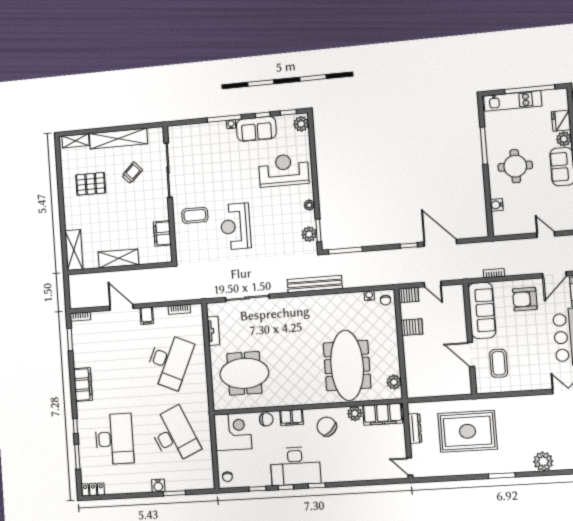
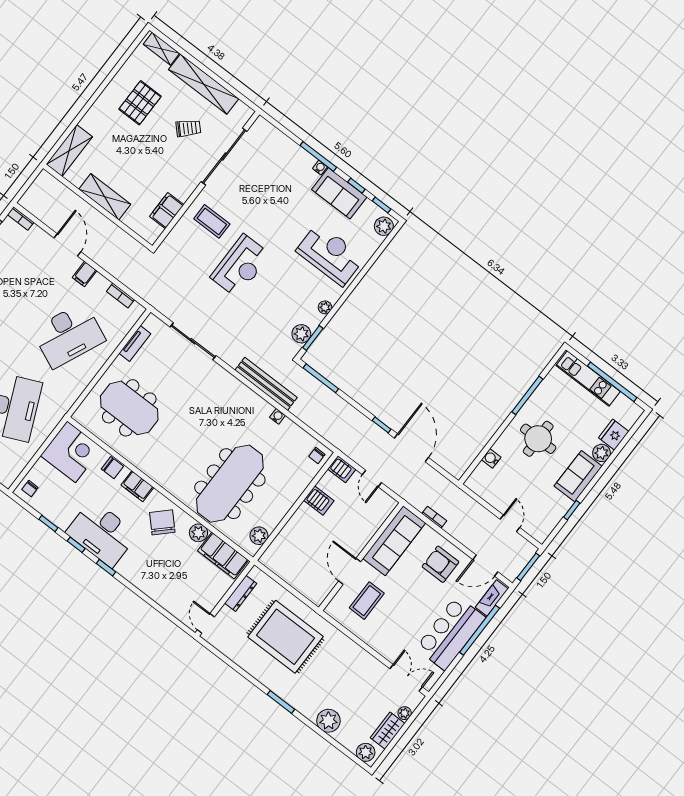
pallet: (91, 184) -> (140, 103), turned 90
reception desk: (236, 226) -> (240, 266), turned 180
water cooler: (369, 295) -> (277, 416), moved

